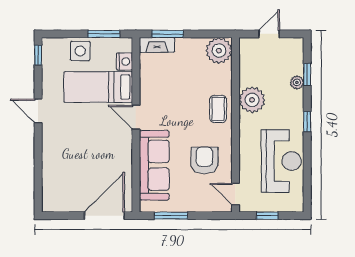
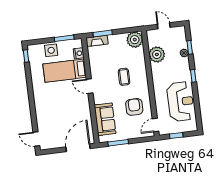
door: (269, 34) -> (164, 26), hinge flipped
plant: (252, 100) -> (157, 54), moved
coffee table: (218, 109) -> (124, 77), moved
door: (38, 111) -> (36, 139), moved
sofa: (154, 165) -> (105, 119), width x0.73
door: (235, 194) -> (155, 125), hinge flipped

